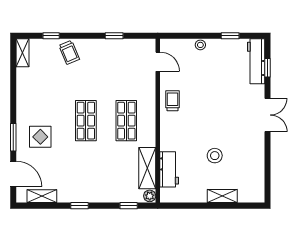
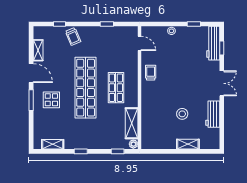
shelving: (23, 53) -> (38, 50), moved
shop shelf: (86, 121) -> (86, 88), width x2.00, depth x1.36
workbench: (169, 169) -> (213, 114), moved, turned 180
door: (13, 174) -> (31, 73), moved

